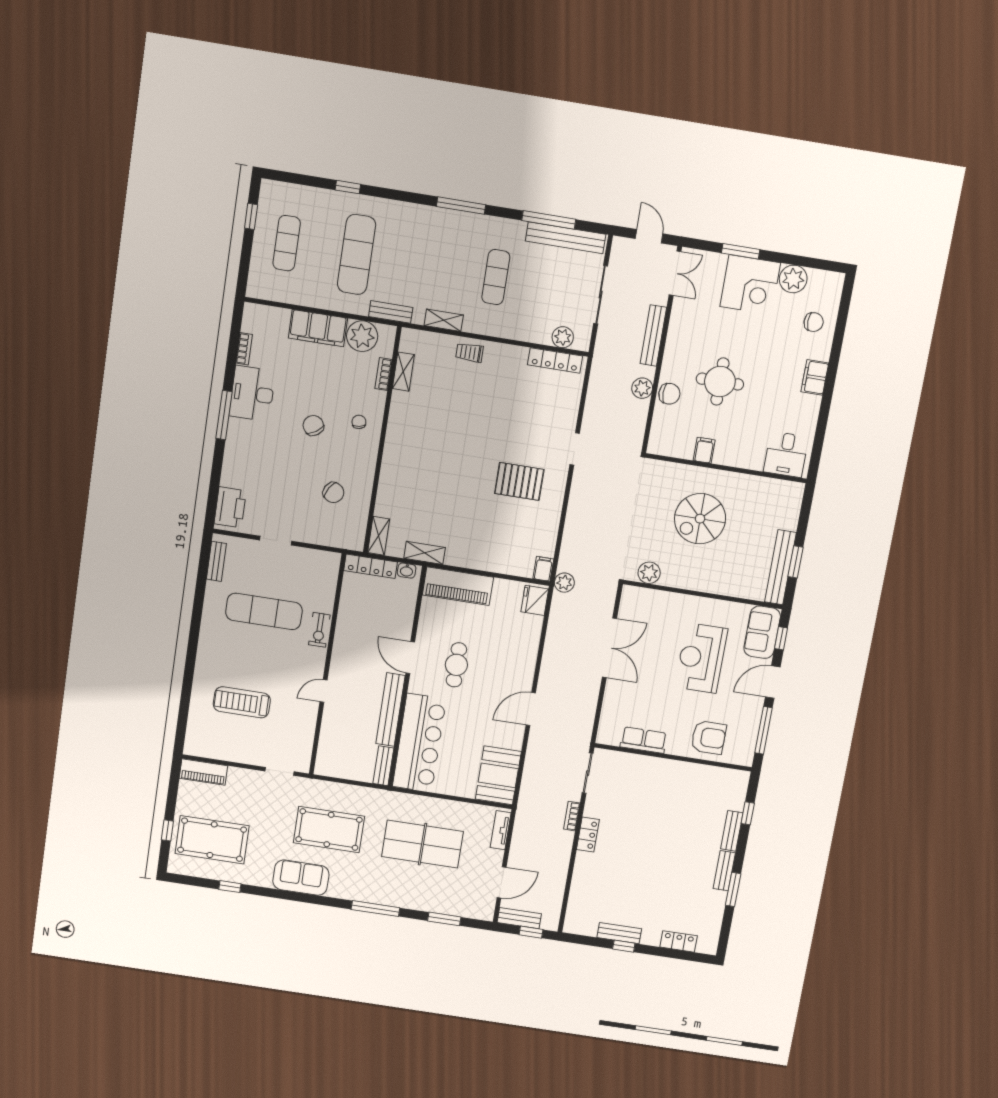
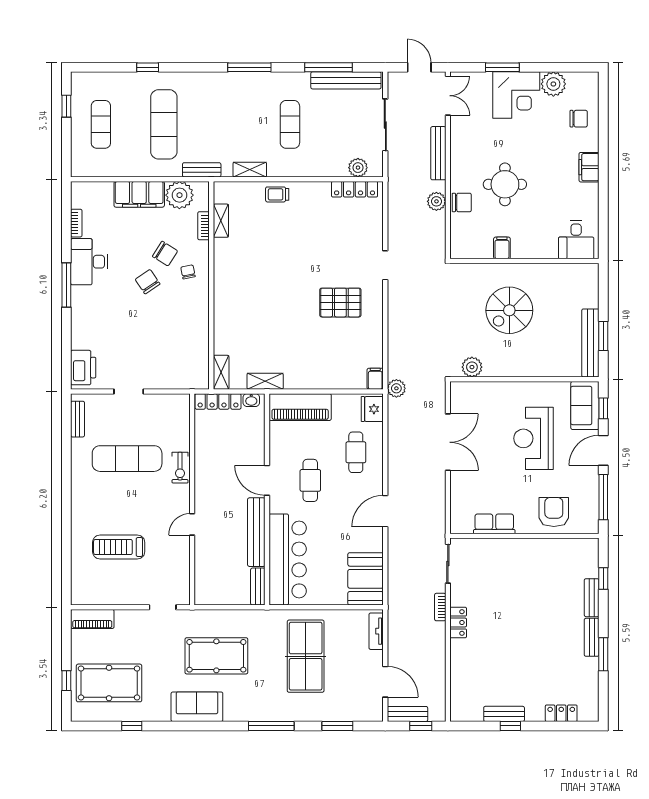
chair: (333, 493) -> (165, 254), moved
cafe table: (510, 643) -> (356, 452), added
armchair: (709, 737) -> (554, 512), turned -90
table tennis table: (423, 844) -> (306, 656), turned 90
door: (502, 882) -> (385, 682), hinge flipped

